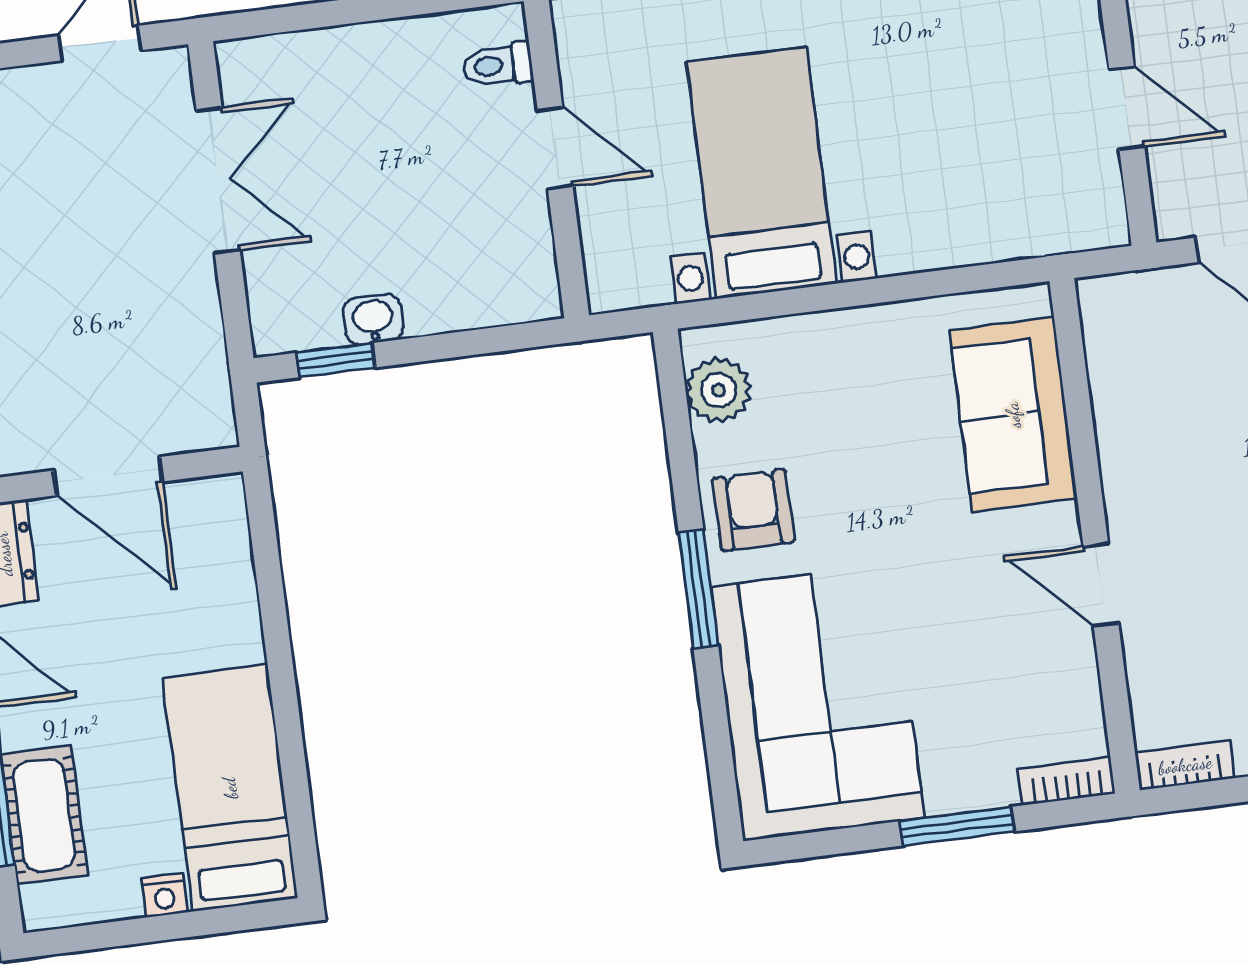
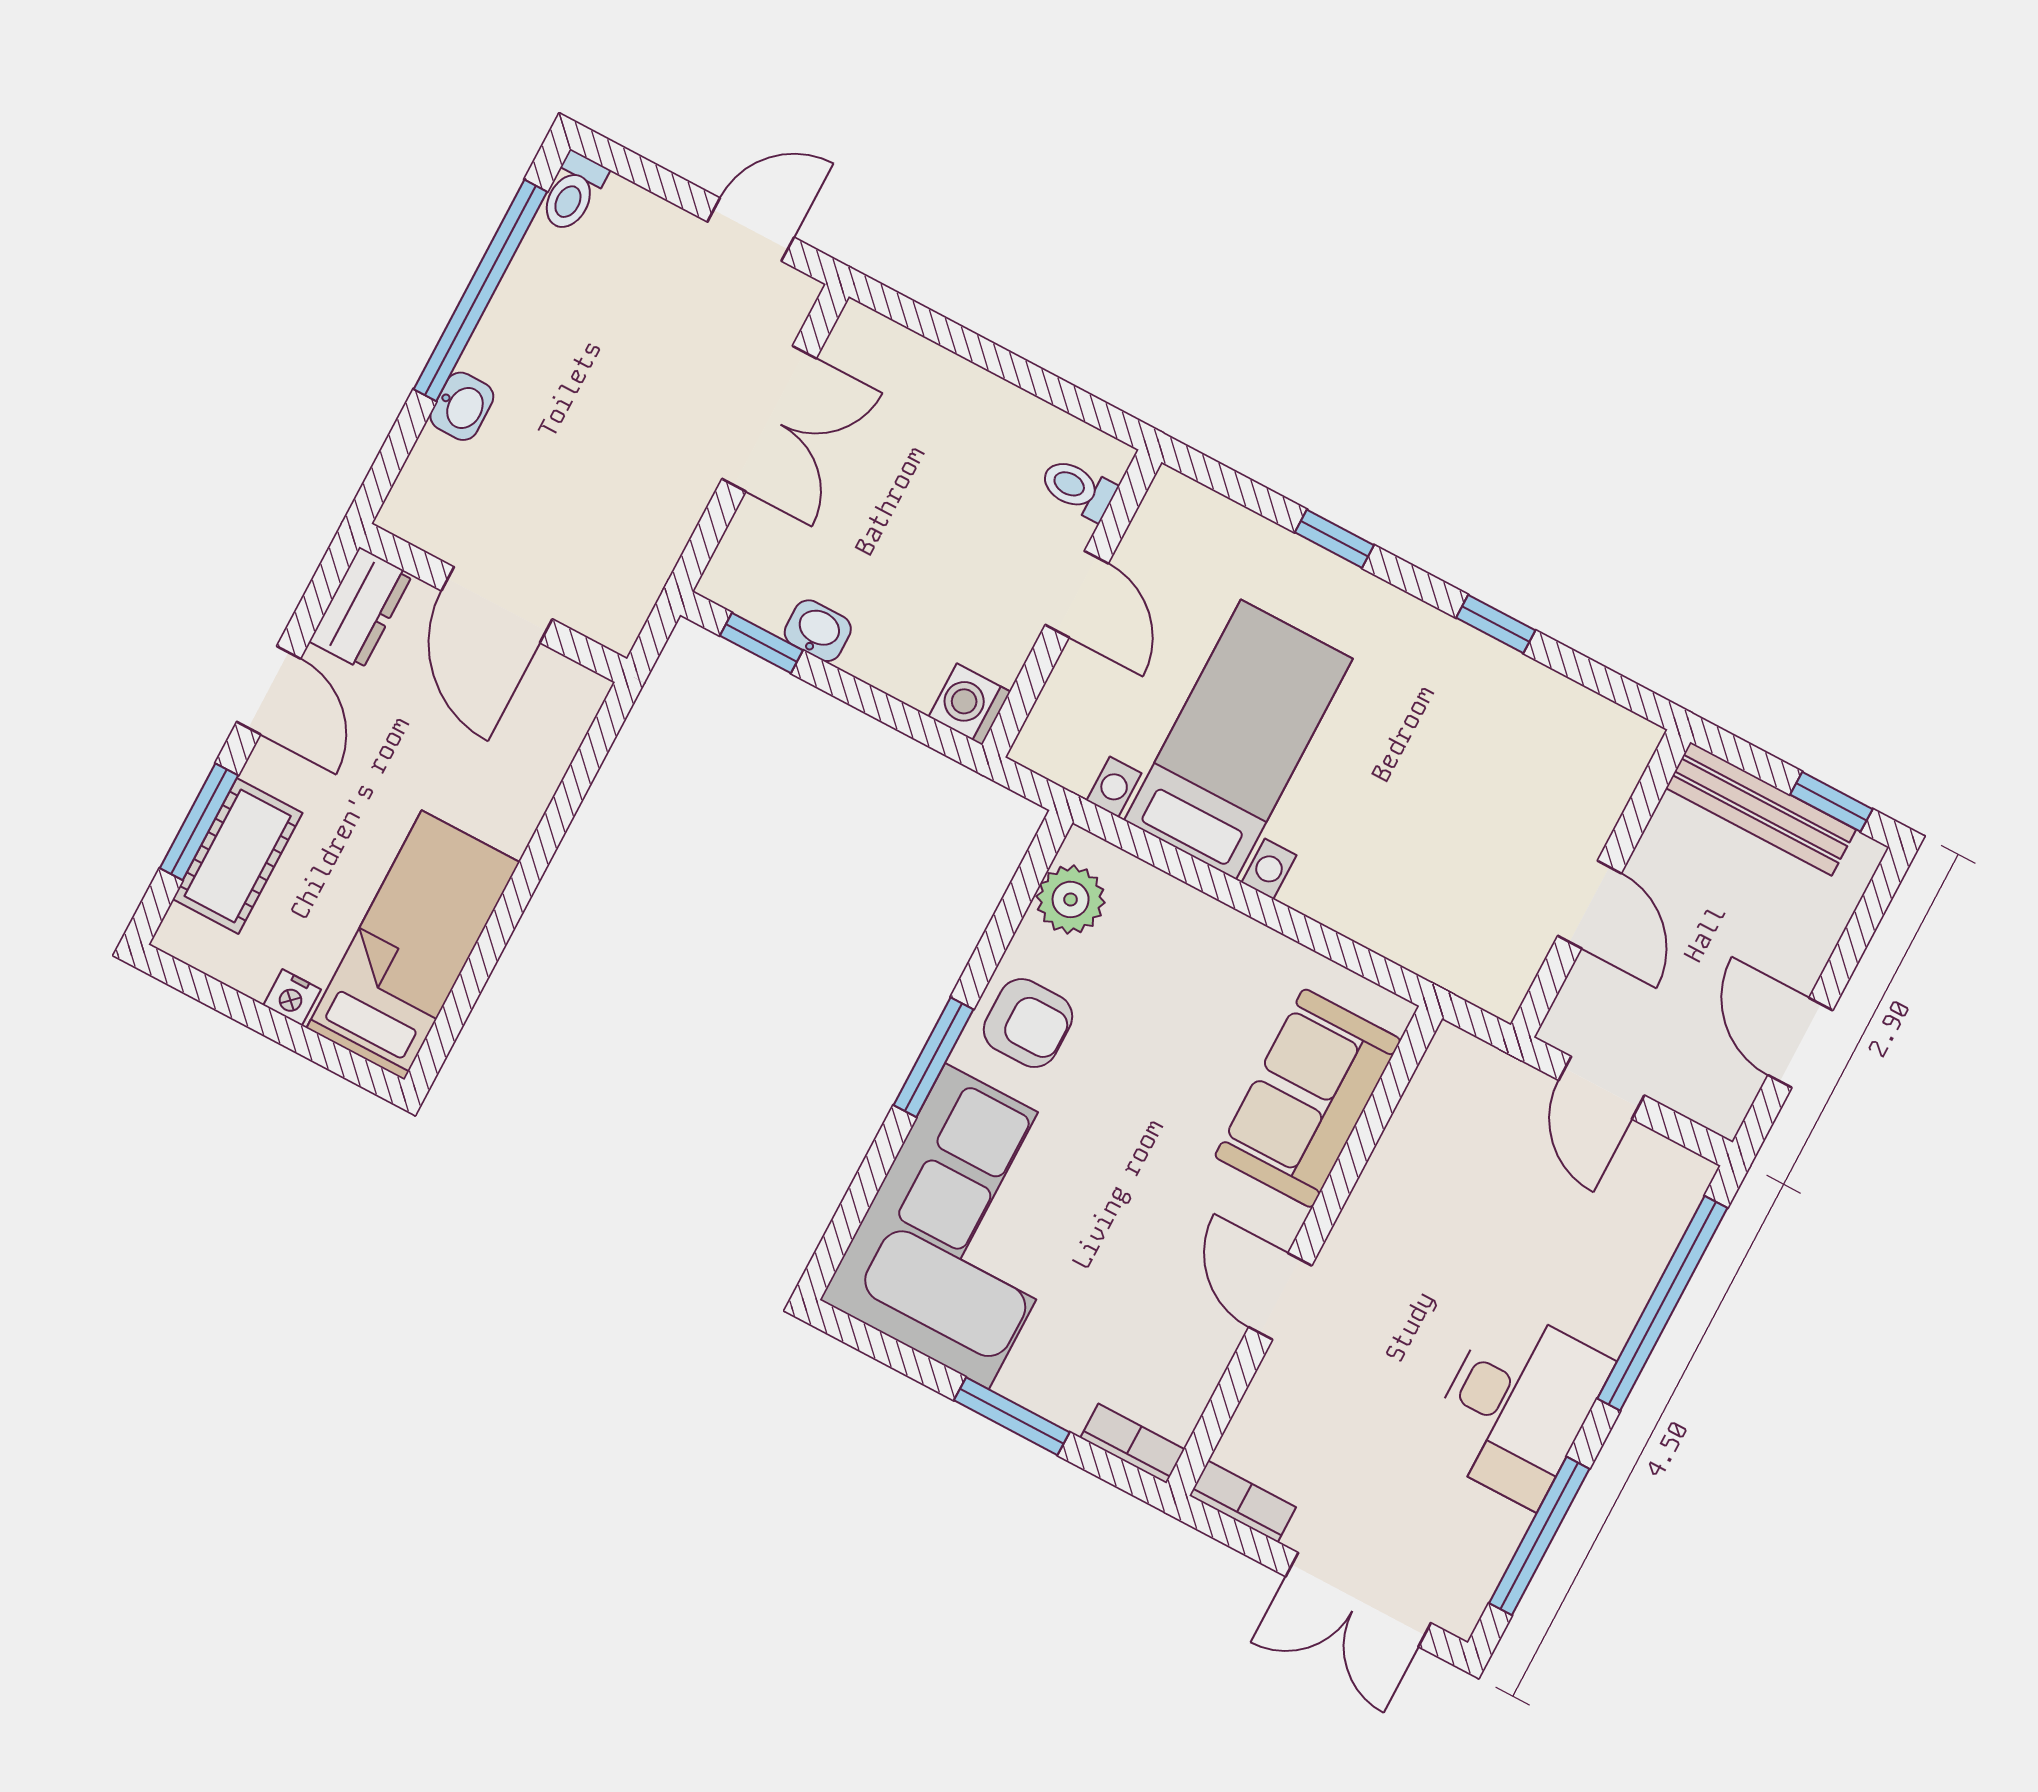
washing machine: (532, 293) -> (969, 704), added
armchair: (753, 510) -> (1028, 1023), turned 90

